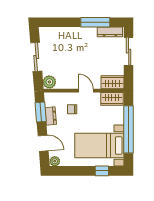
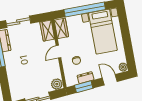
door: (43, 143) -> (110, 80), hinge flipped
window: (102, 171) -> (124, 25), removed

